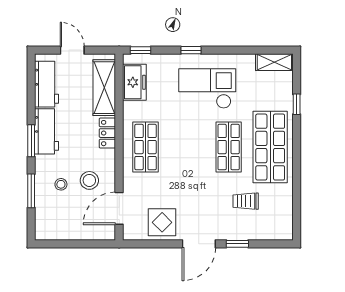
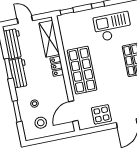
freezer: (134, 82) -> (67, 32), removed
window: (31, 141) -> (8, 69), moved
shop shelf: (146, 147) -> (82, 70), width x1.43, depth x1.36
stool: (89, 180) -> (41, 123), moved

